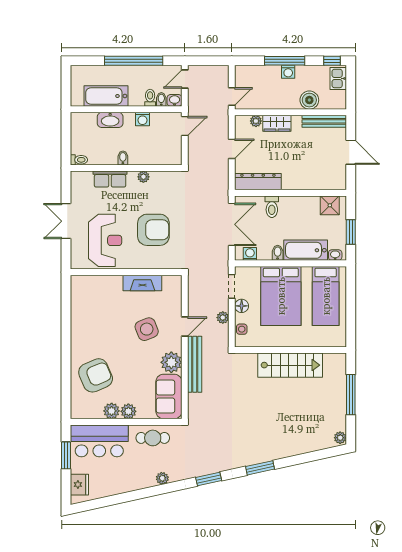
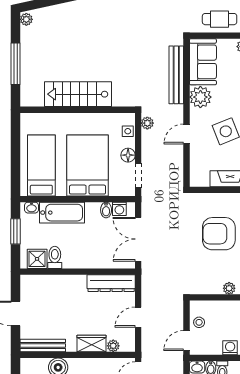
stool: (173, 144) -> (199, 322), added
toilet: (272, 207) -> (55, 257), moved
bidet: (278, 253) -> (106, 210), moved
plant: (223, 318) -> (147, 123), moved
bench: (195, 364) -> (176, 75), moved

